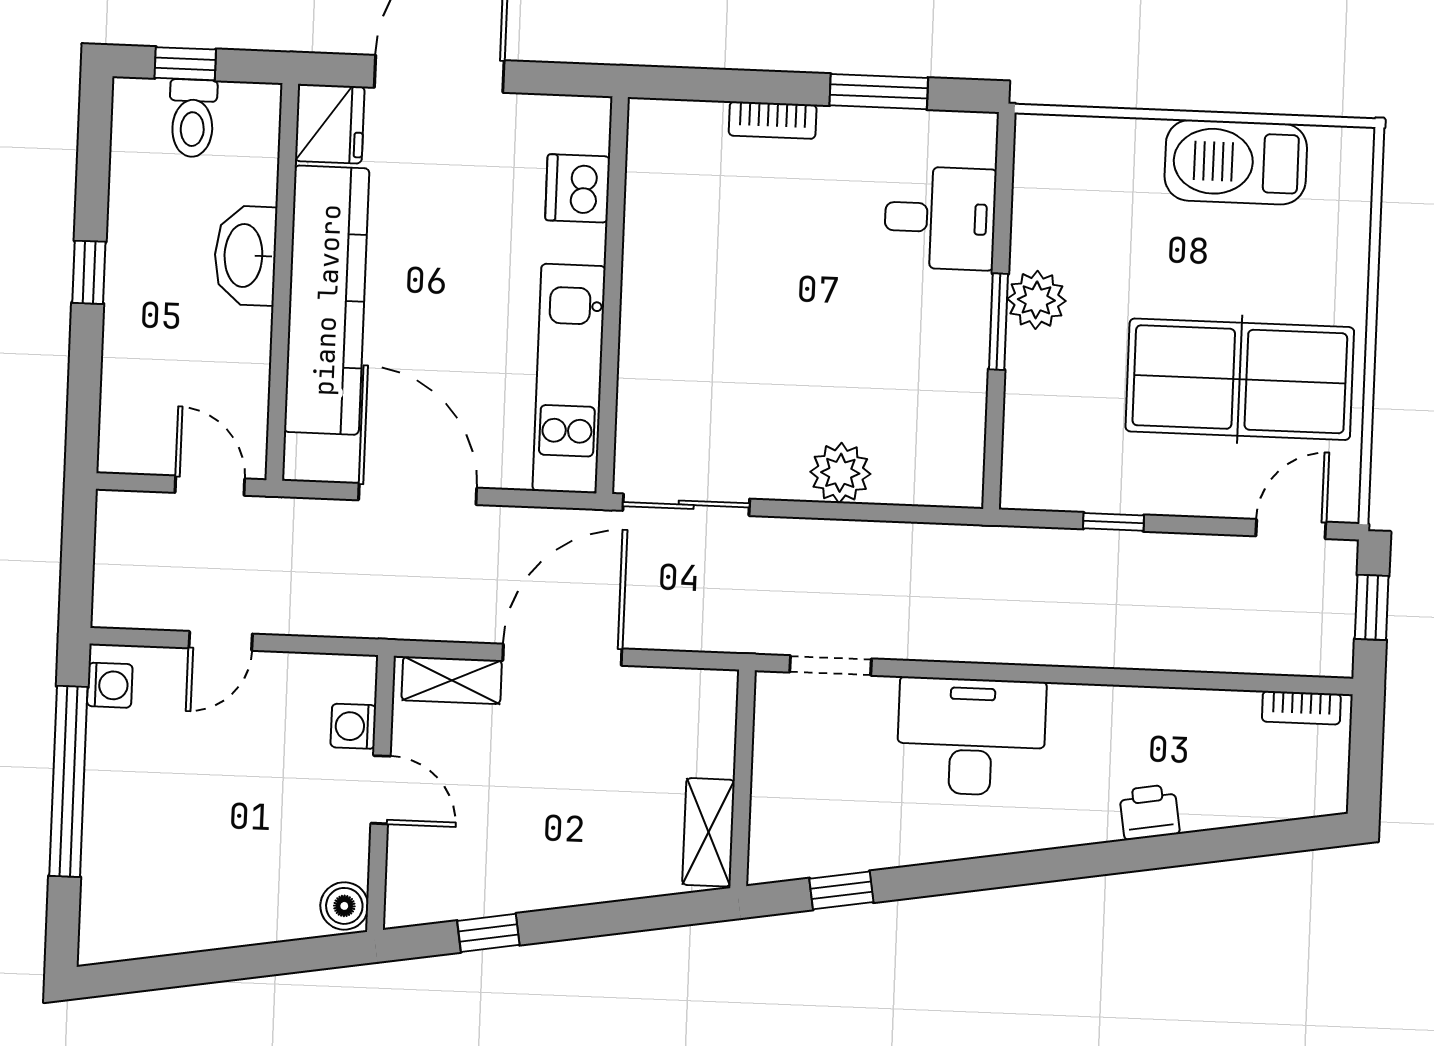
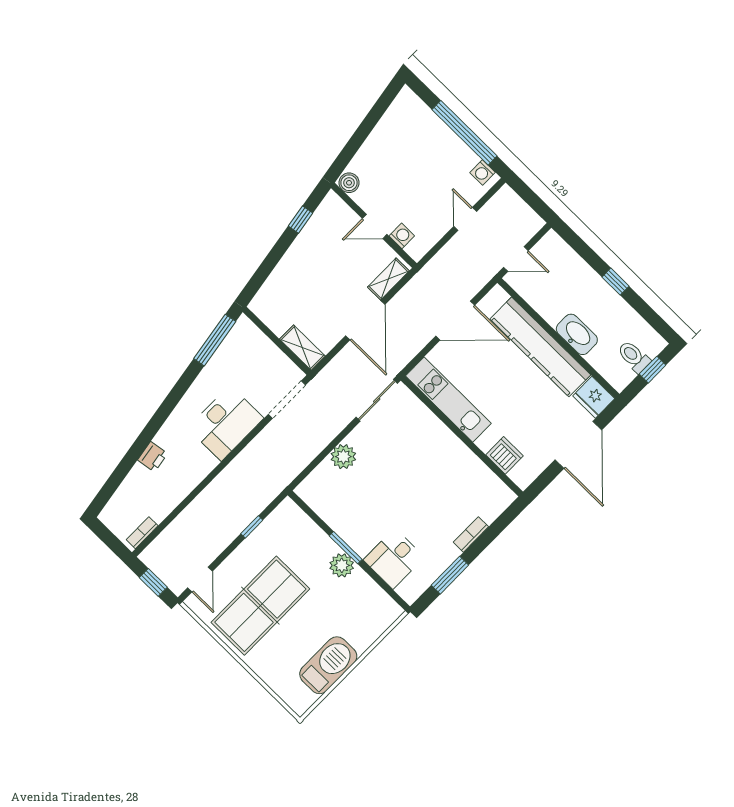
doorway: (830, 665) -> (287, 400), width x1.38
shelving: (708, 832) -> (302, 348), moved
window: (841, 890) -> (215, 340), width x2.17

